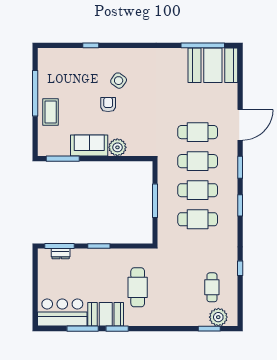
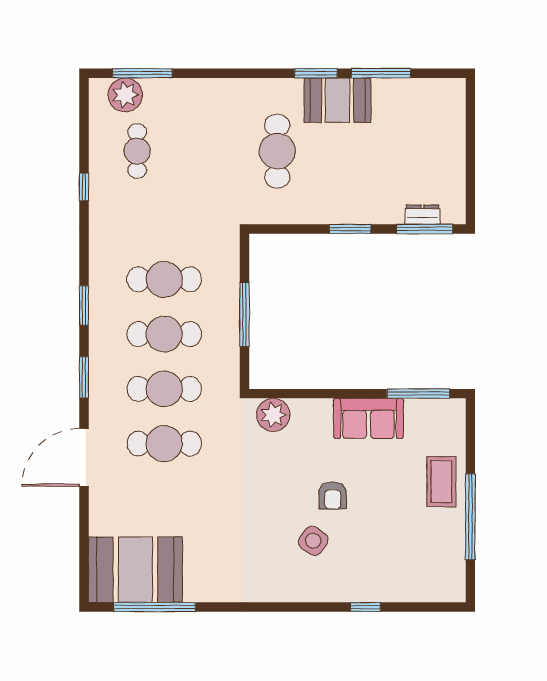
plant: (117, 147) -> (273, 415), moved
bar counter: (62, 312) -> (419, 104), removed
window: (209, 329) -> (142, 73), width x1.44

